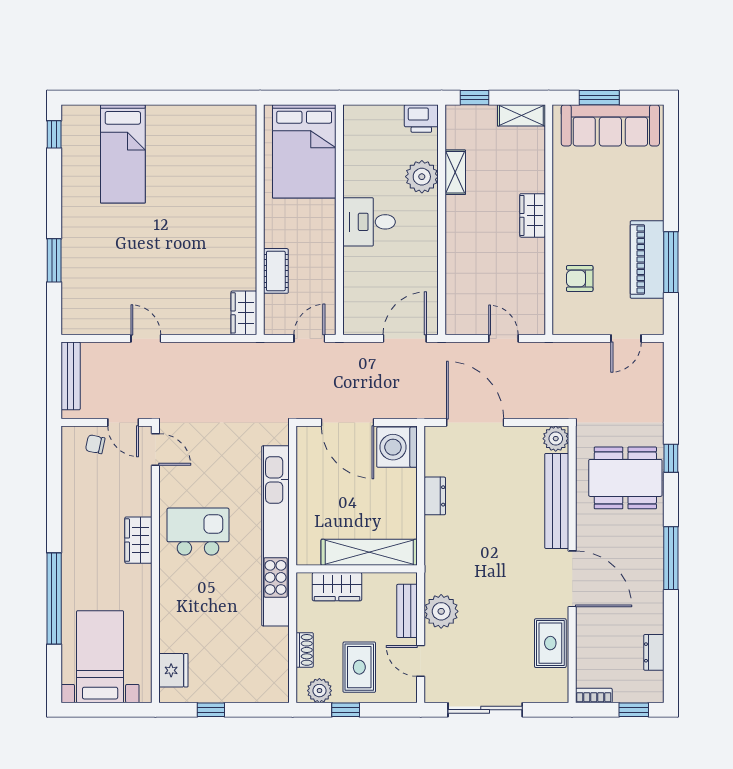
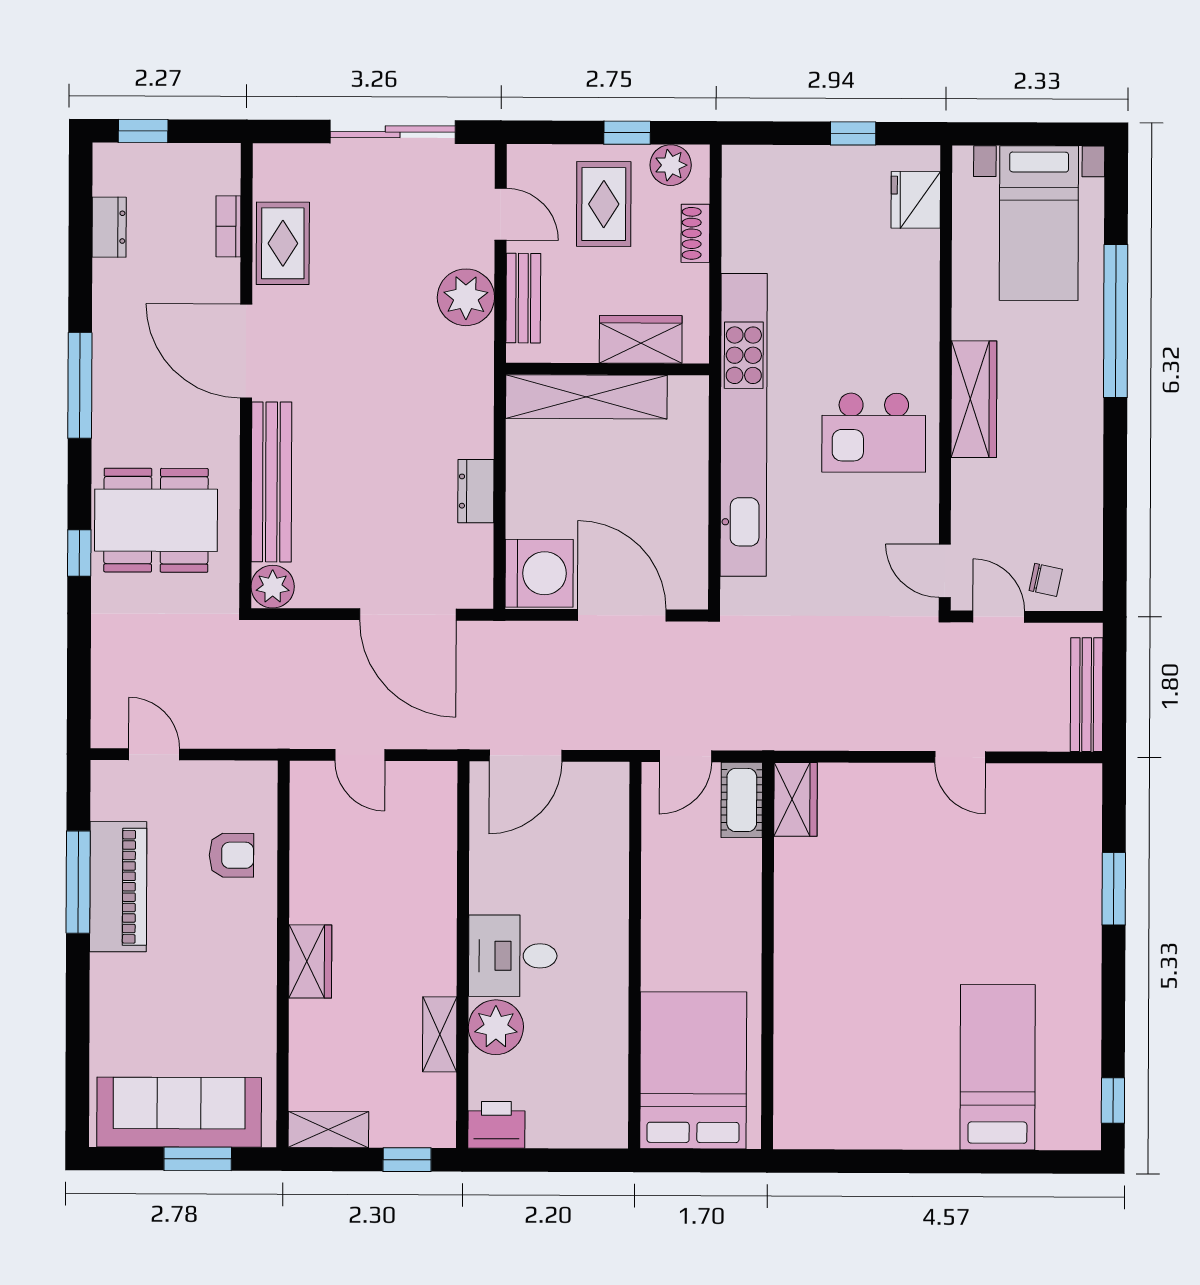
desk: (369, 222) -> (513, 956), moved, turned 180
cot: (276, 271) -> (742, 800), moved
door: (626, 338) -> (154, 754), hinge flipped
wardrobe: (138, 540) -> (974, 399), width x1.50
bookcase: (594, 695) -> (228, 226), moved, turned 90

